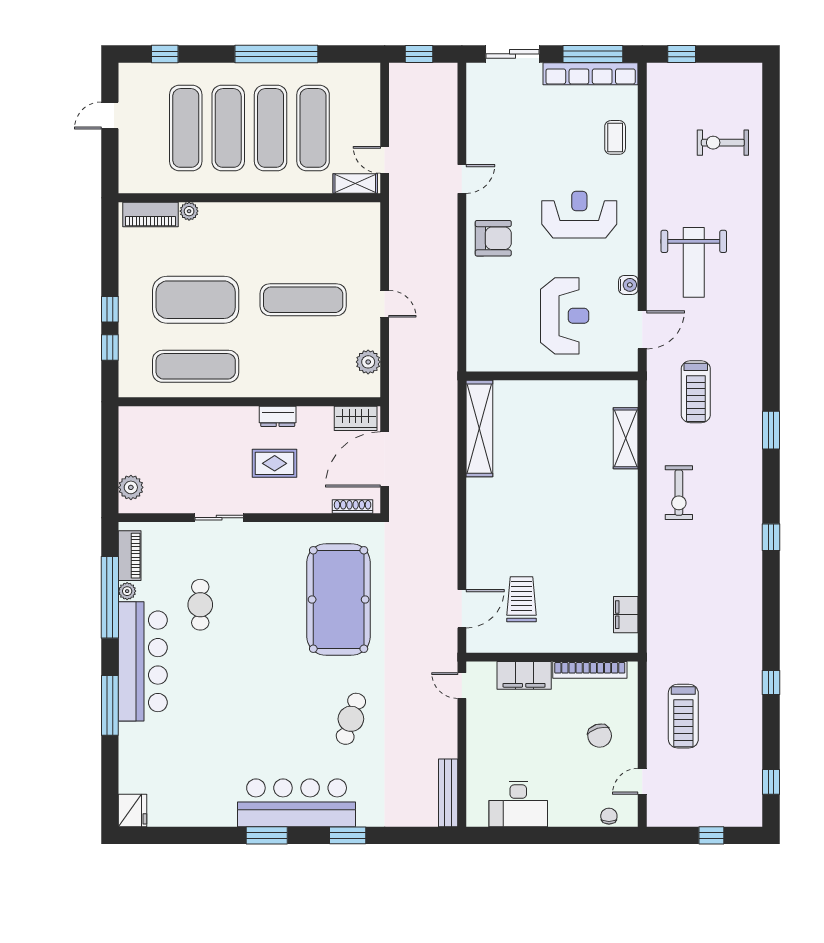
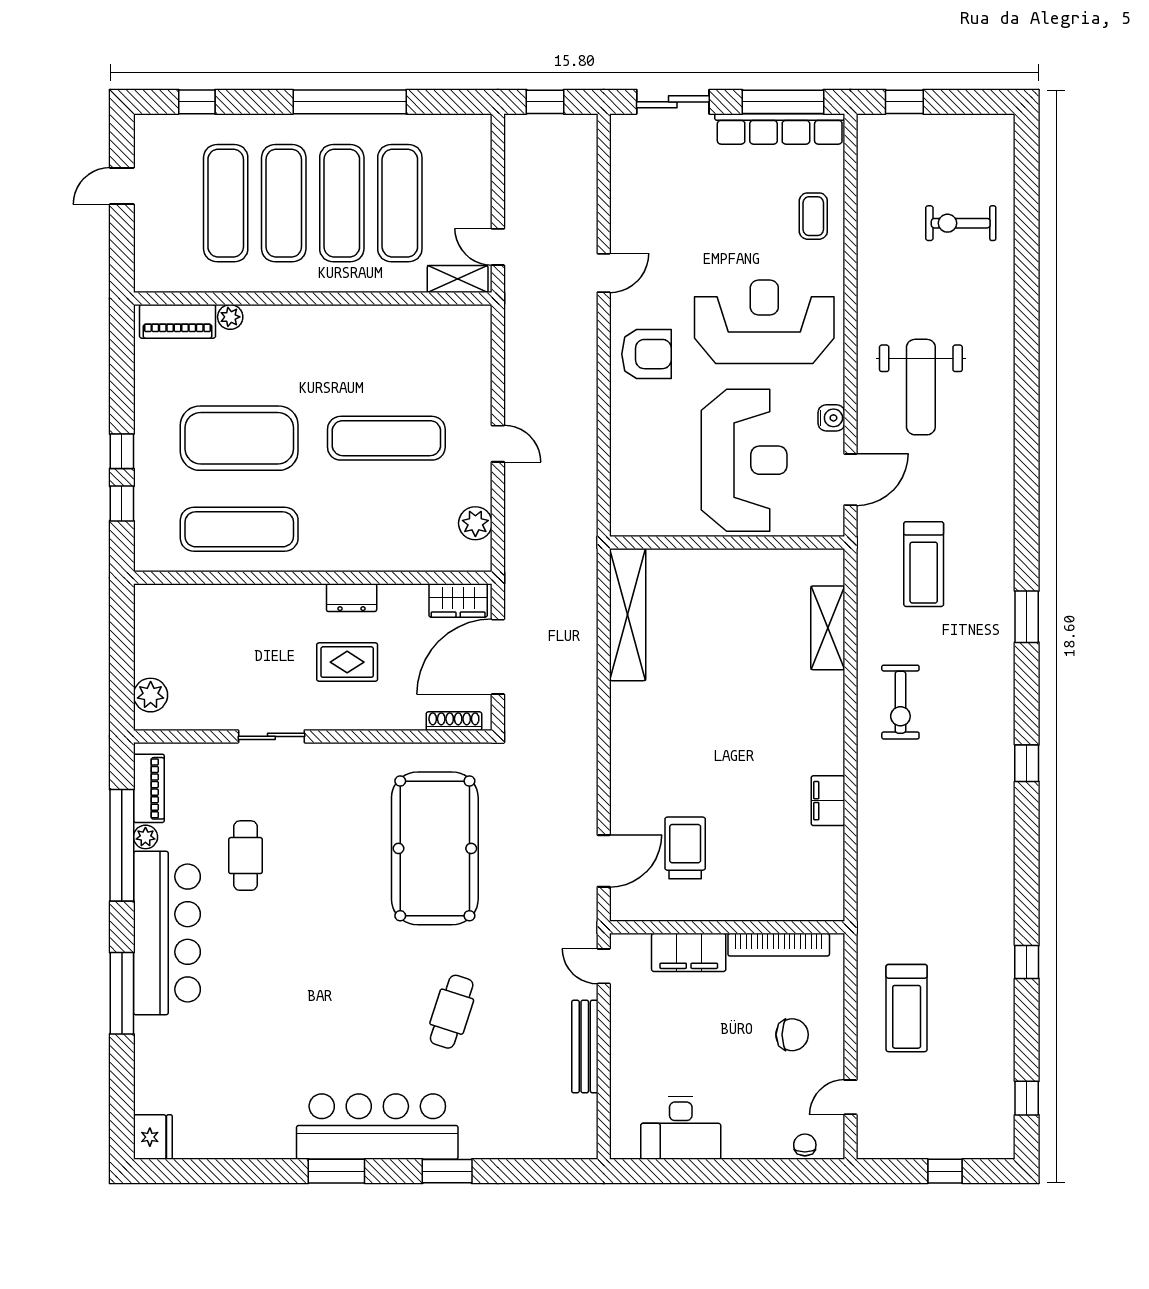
reception desk: (579, 215) -> (764, 322), width x1.36, depth x1.30
reception desk: (565, 316) -> (744, 460), width x1.36, depth x1.30
filing cabinet: (626, 615) -> (828, 801), moved
chair: (600, 736) -> (792, 1035), turned -73
bench: (448, 793) -> (585, 1046), moved

